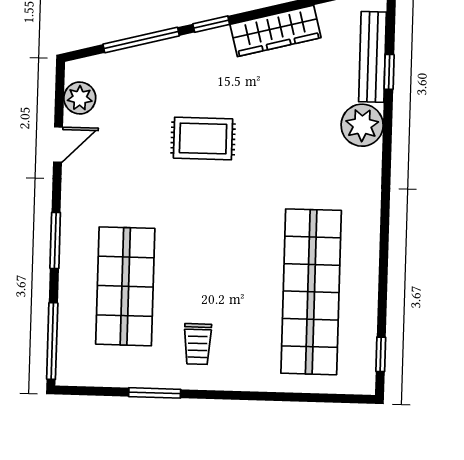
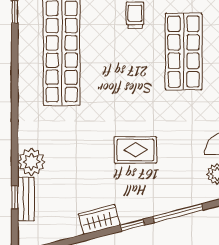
wardrobe: (276, 31) -> (99, 219), width x0.67
bench: (373, 57) -> (26, 199), width x0.73

